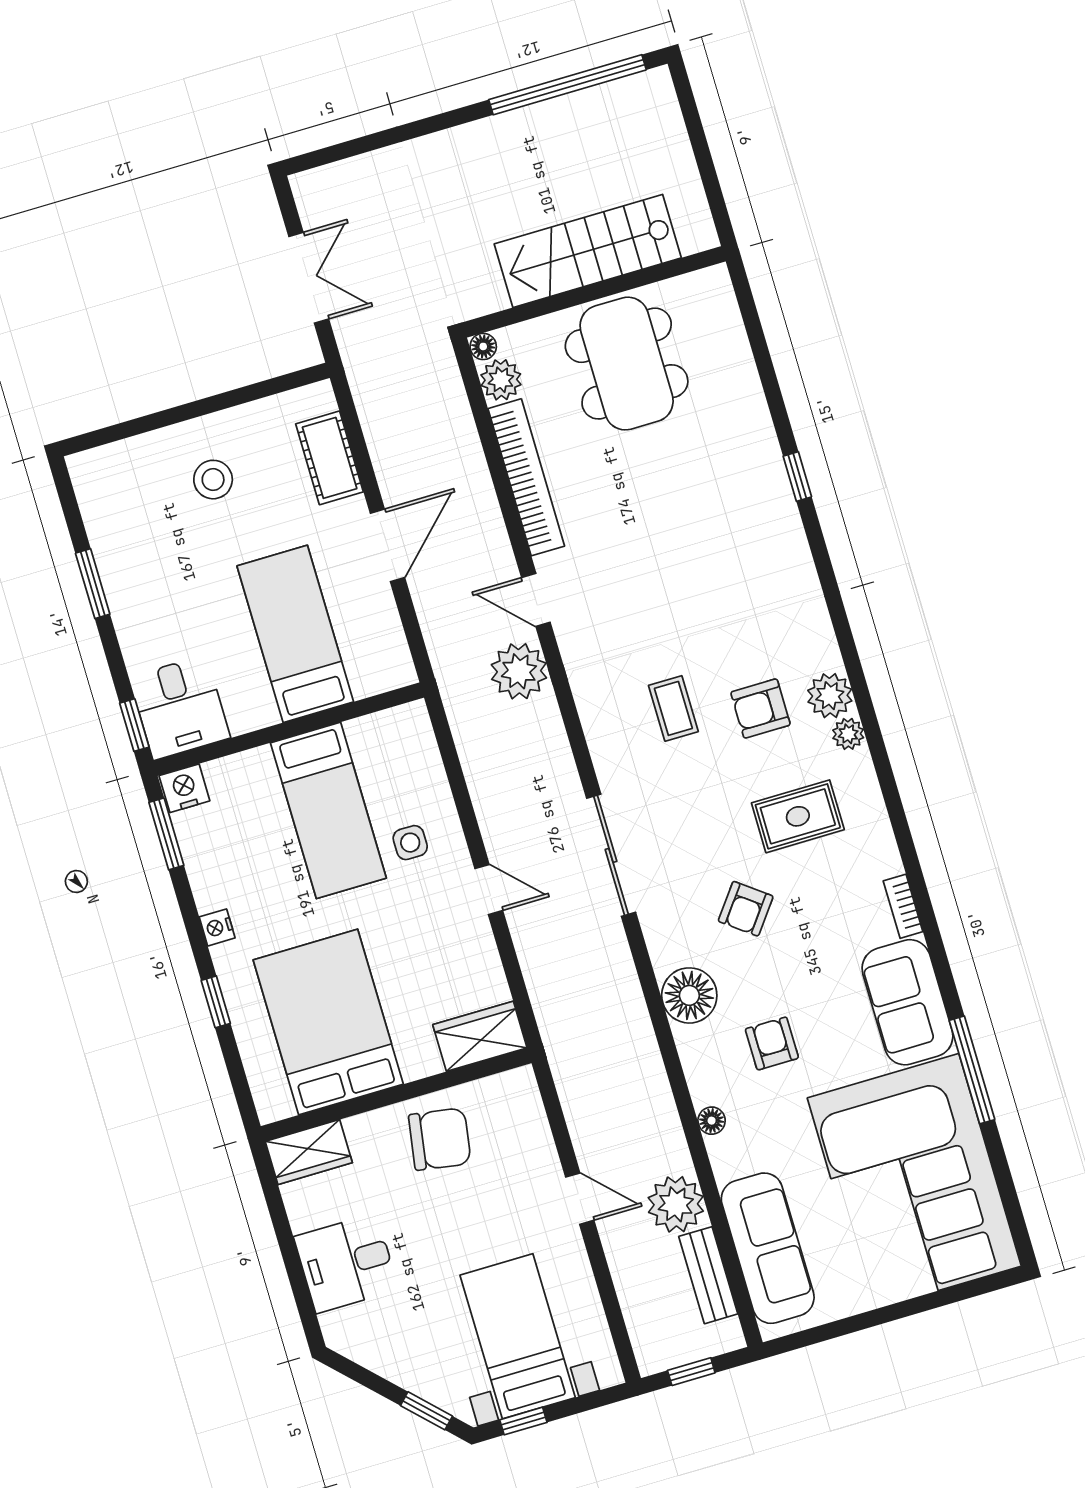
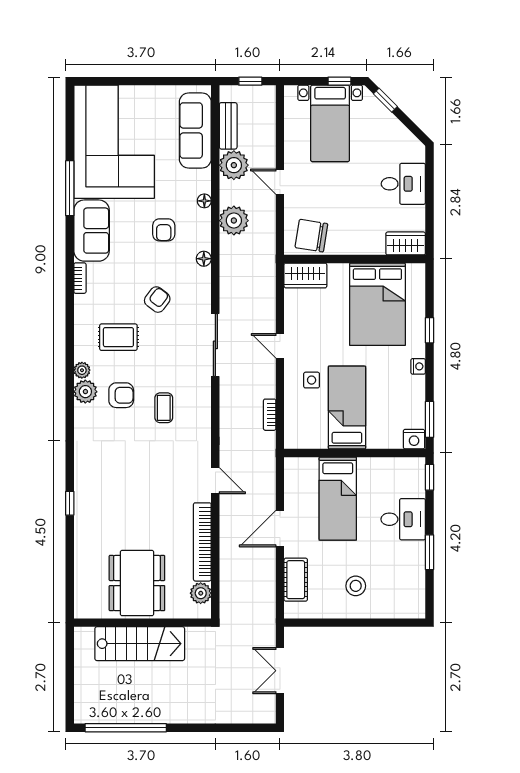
floor lamp: (483, 346) -> (205, 612), removed
plant: (519, 671) -> (234, 221), moved
desk: (180, 707) -> (403, 519), moved, turned 90
bookcase: (470, 754) -> (270, 415), added
floor lamp: (689, 995) -> (204, 259), width x0.53, depth x0.53
chair: (440, 1139) -> (311, 236), moved

